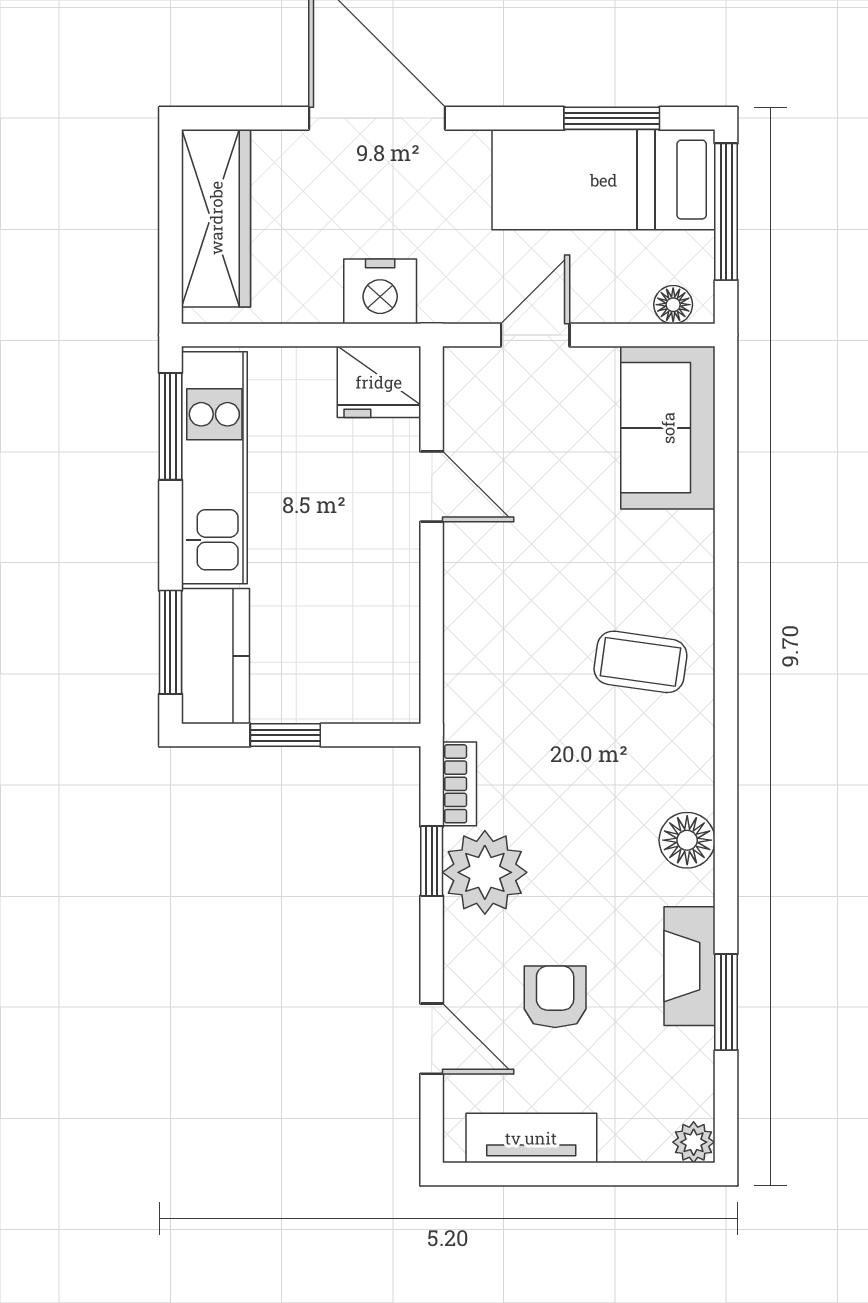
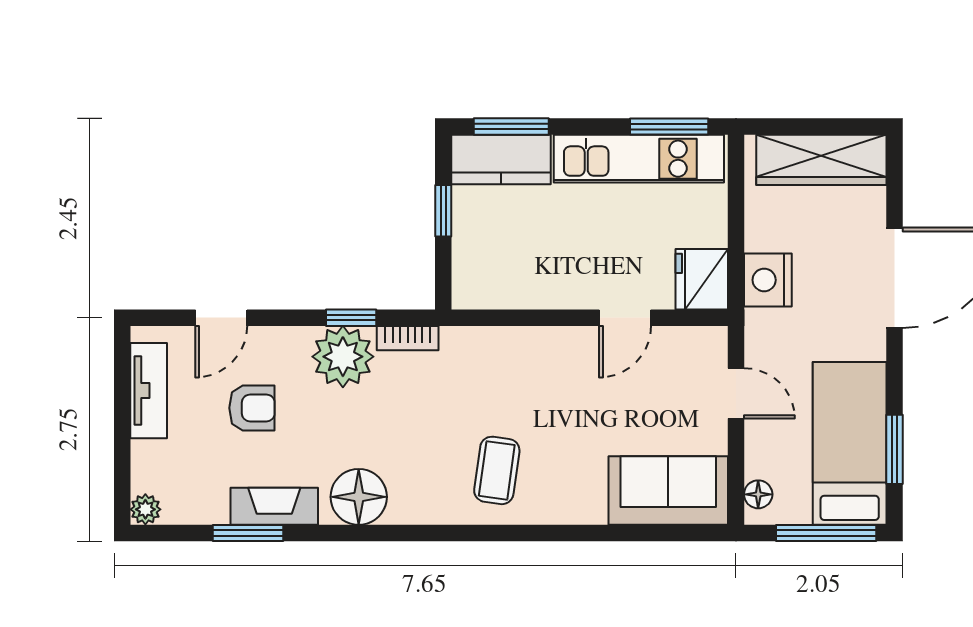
floor lamp: (687, 840) -> (359, 497), width x1.38, depth x1.38

